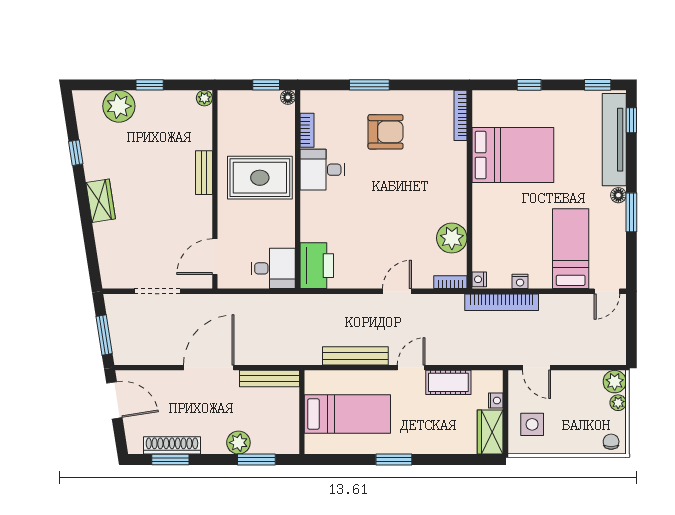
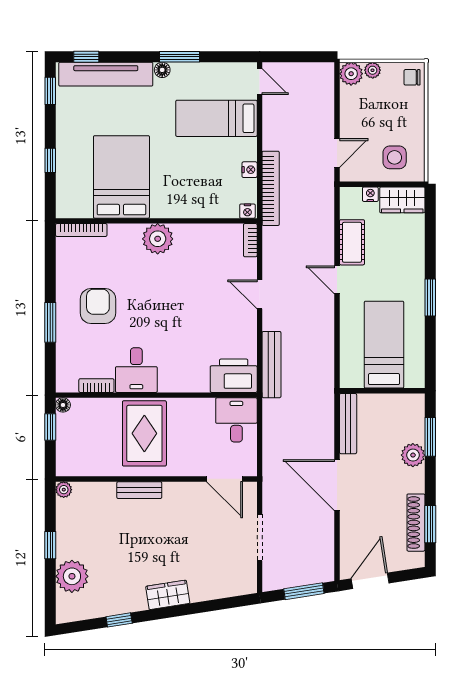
plant: (452, 238) -> (158, 239), moved
bench: (355, 356) -> (271, 365), moved

